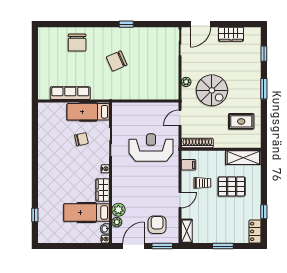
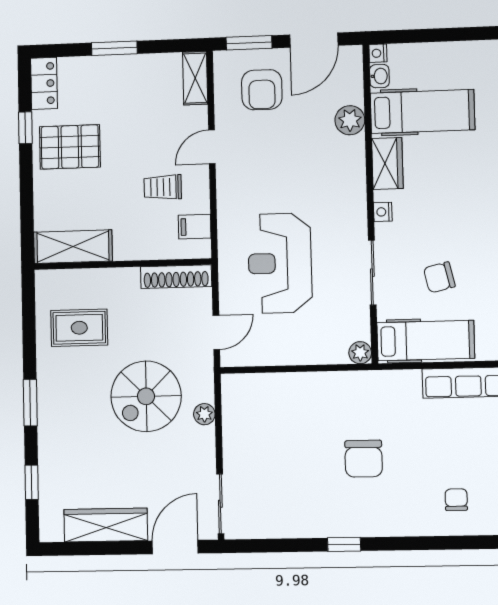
wardrobe: (231, 34) -> (106, 525), width x1.50
chair: (77, 43) -> (456, 500), width x0.54, depth x0.54
chair: (117, 61) -> (364, 459), turned 114
spiral stairs: (212, 90) -> (146, 396), turned -90
reception desk: (151, 148) -> (280, 263), turned 90
pallet: (232, 186) -> (70, 147), moved
plant: (117, 222) -> (360, 353), moved

